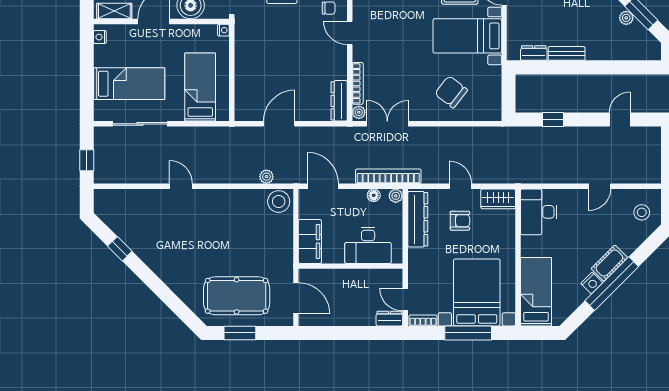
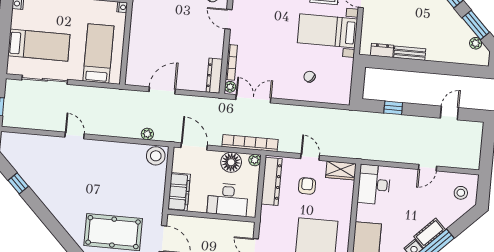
plant: (626, 18) -> (476, 43), moved
chair: (451, 92) -> (309, 77), width x0.54, depth x0.54
floor lamp: (374, 195) -> (231, 162), width x1.89, depth x1.89
armchair: (460, 221) -> (307, 186), turned -90

